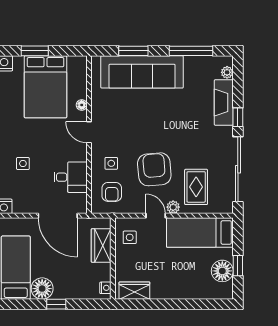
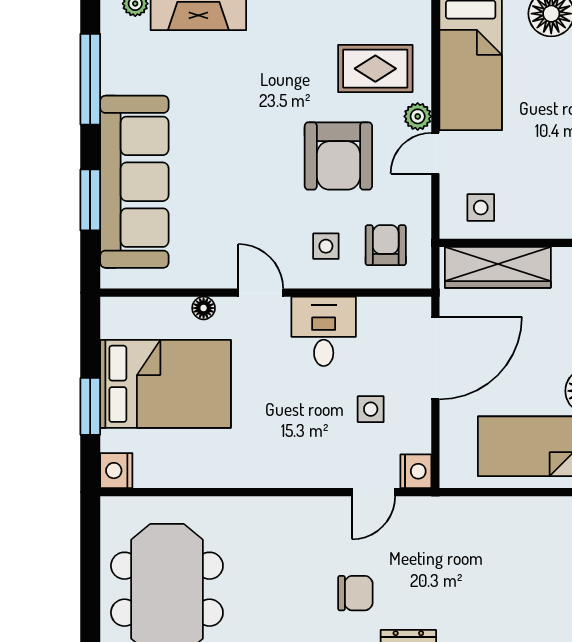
door: (89, 132) -> (261, 293), swing flipped
side table: (23, 164) -> (371, 409), moved
armchair: (154, 169) -> (338, 156), turned -85
desk: (71, 177) -> (324, 331), moved
armchair: (112, 192) -> (386, 245), turned -90
wardrobe: (101, 245) -> (498, 267), width x1.50

